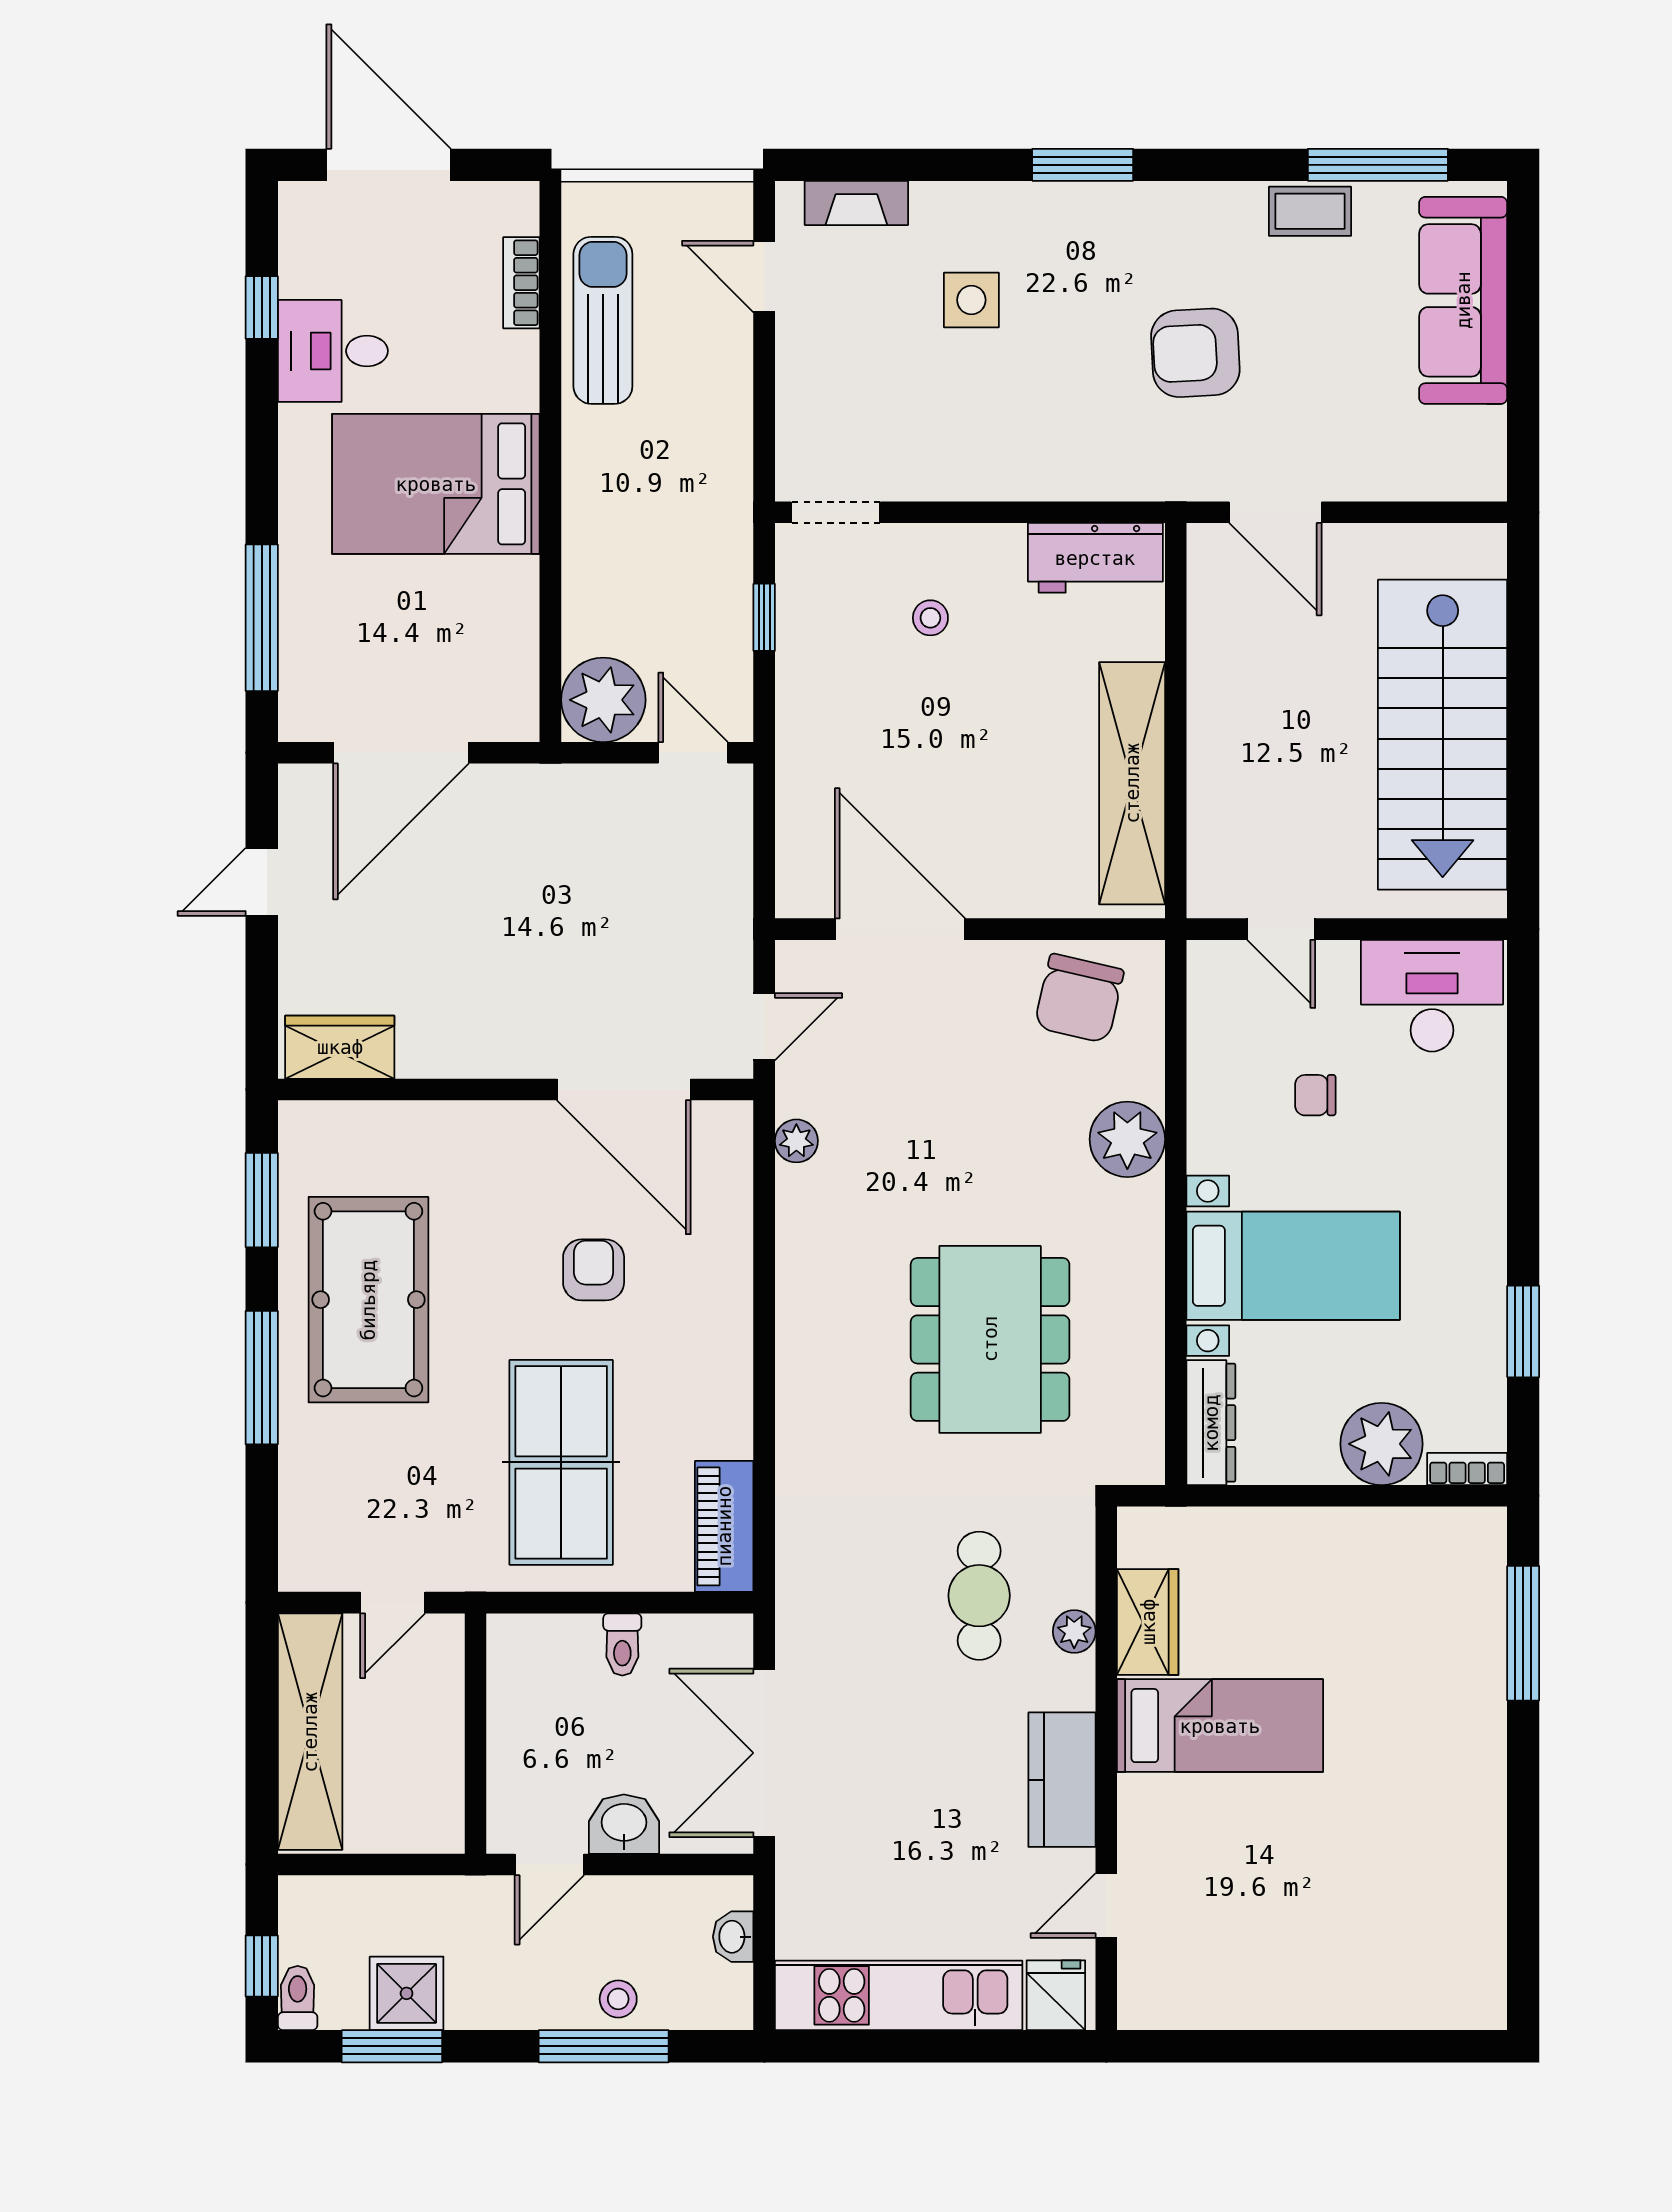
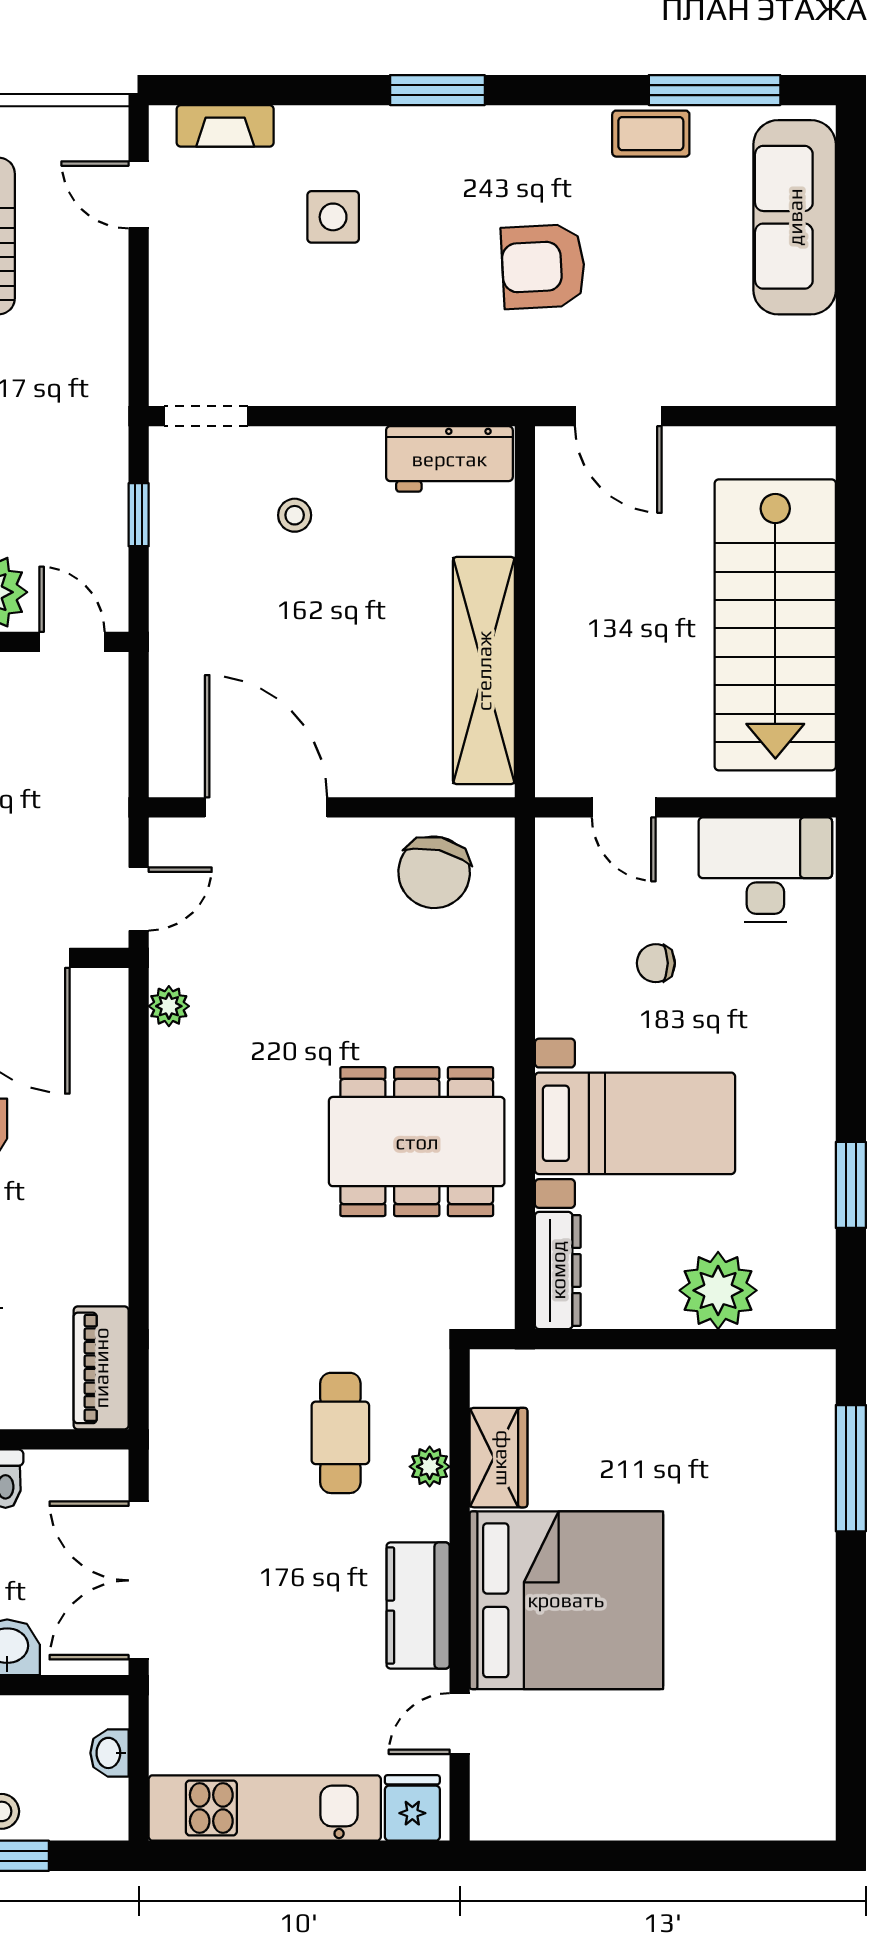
plant: (1127, 1139) -> (479, 1005), removed
dining table: (990, 1339) -> (417, 1142), moved, turned 90
bookcase: (1467, 1469) -> (798, 1314), removed
bed: (1220, 1726) -> (566, 1600), width x2.04

